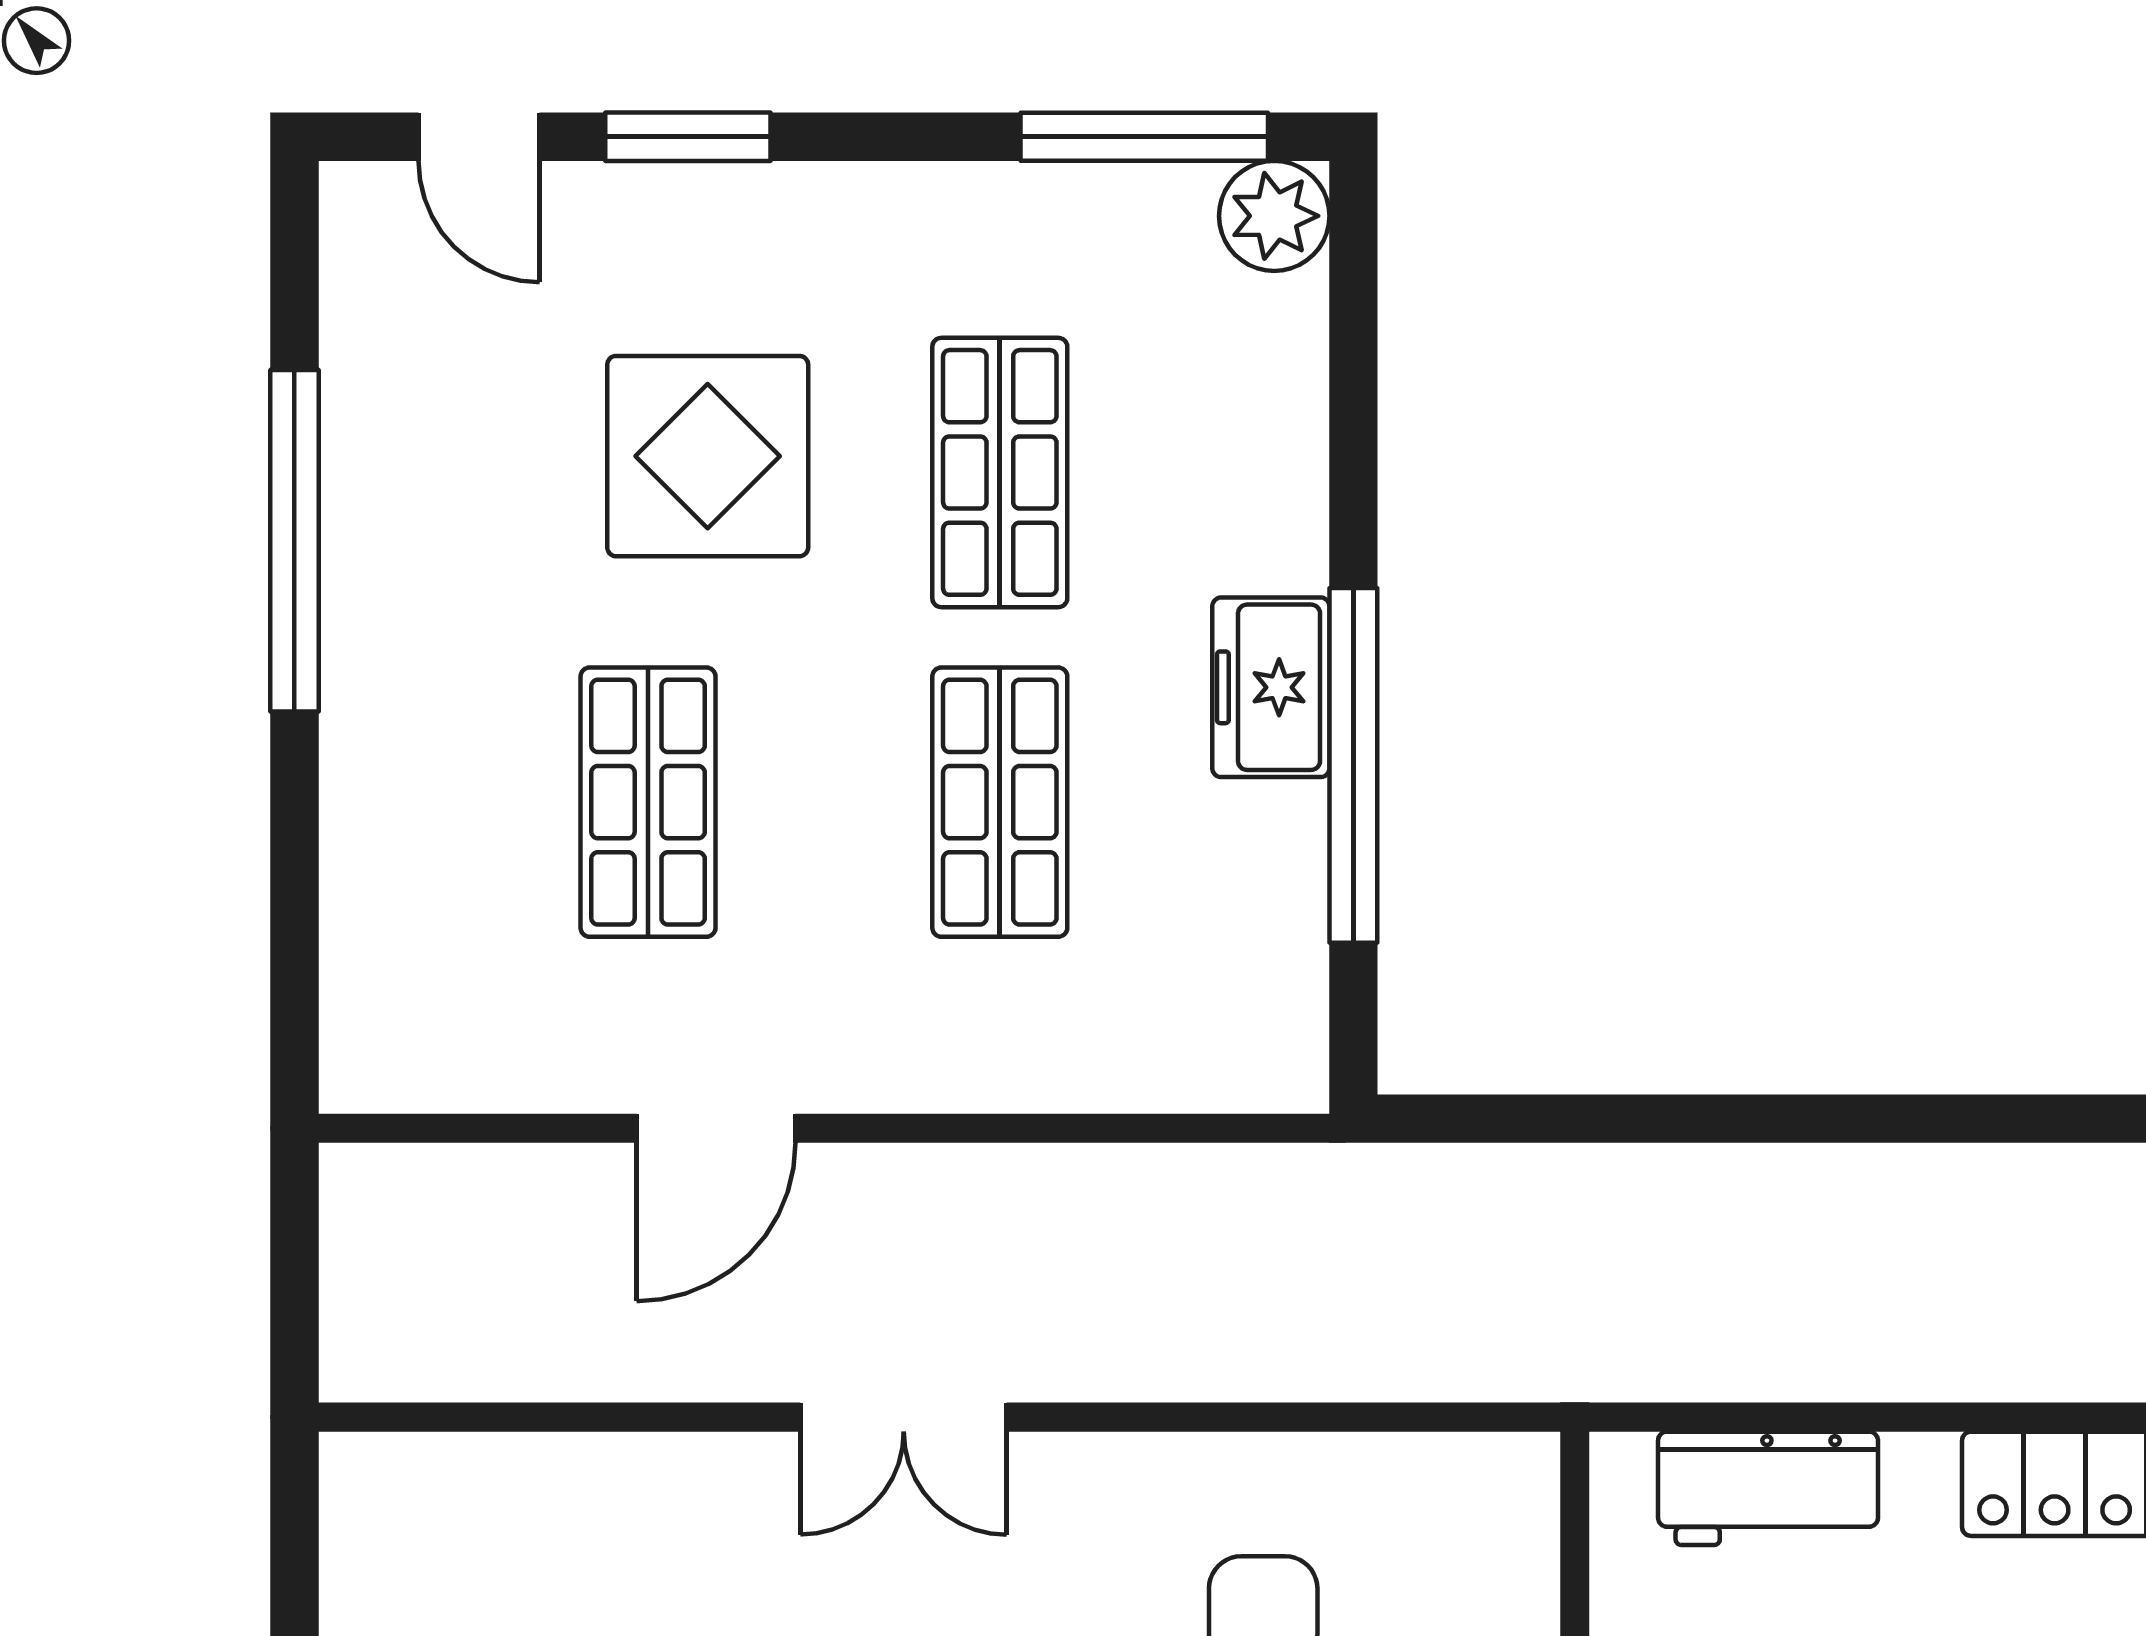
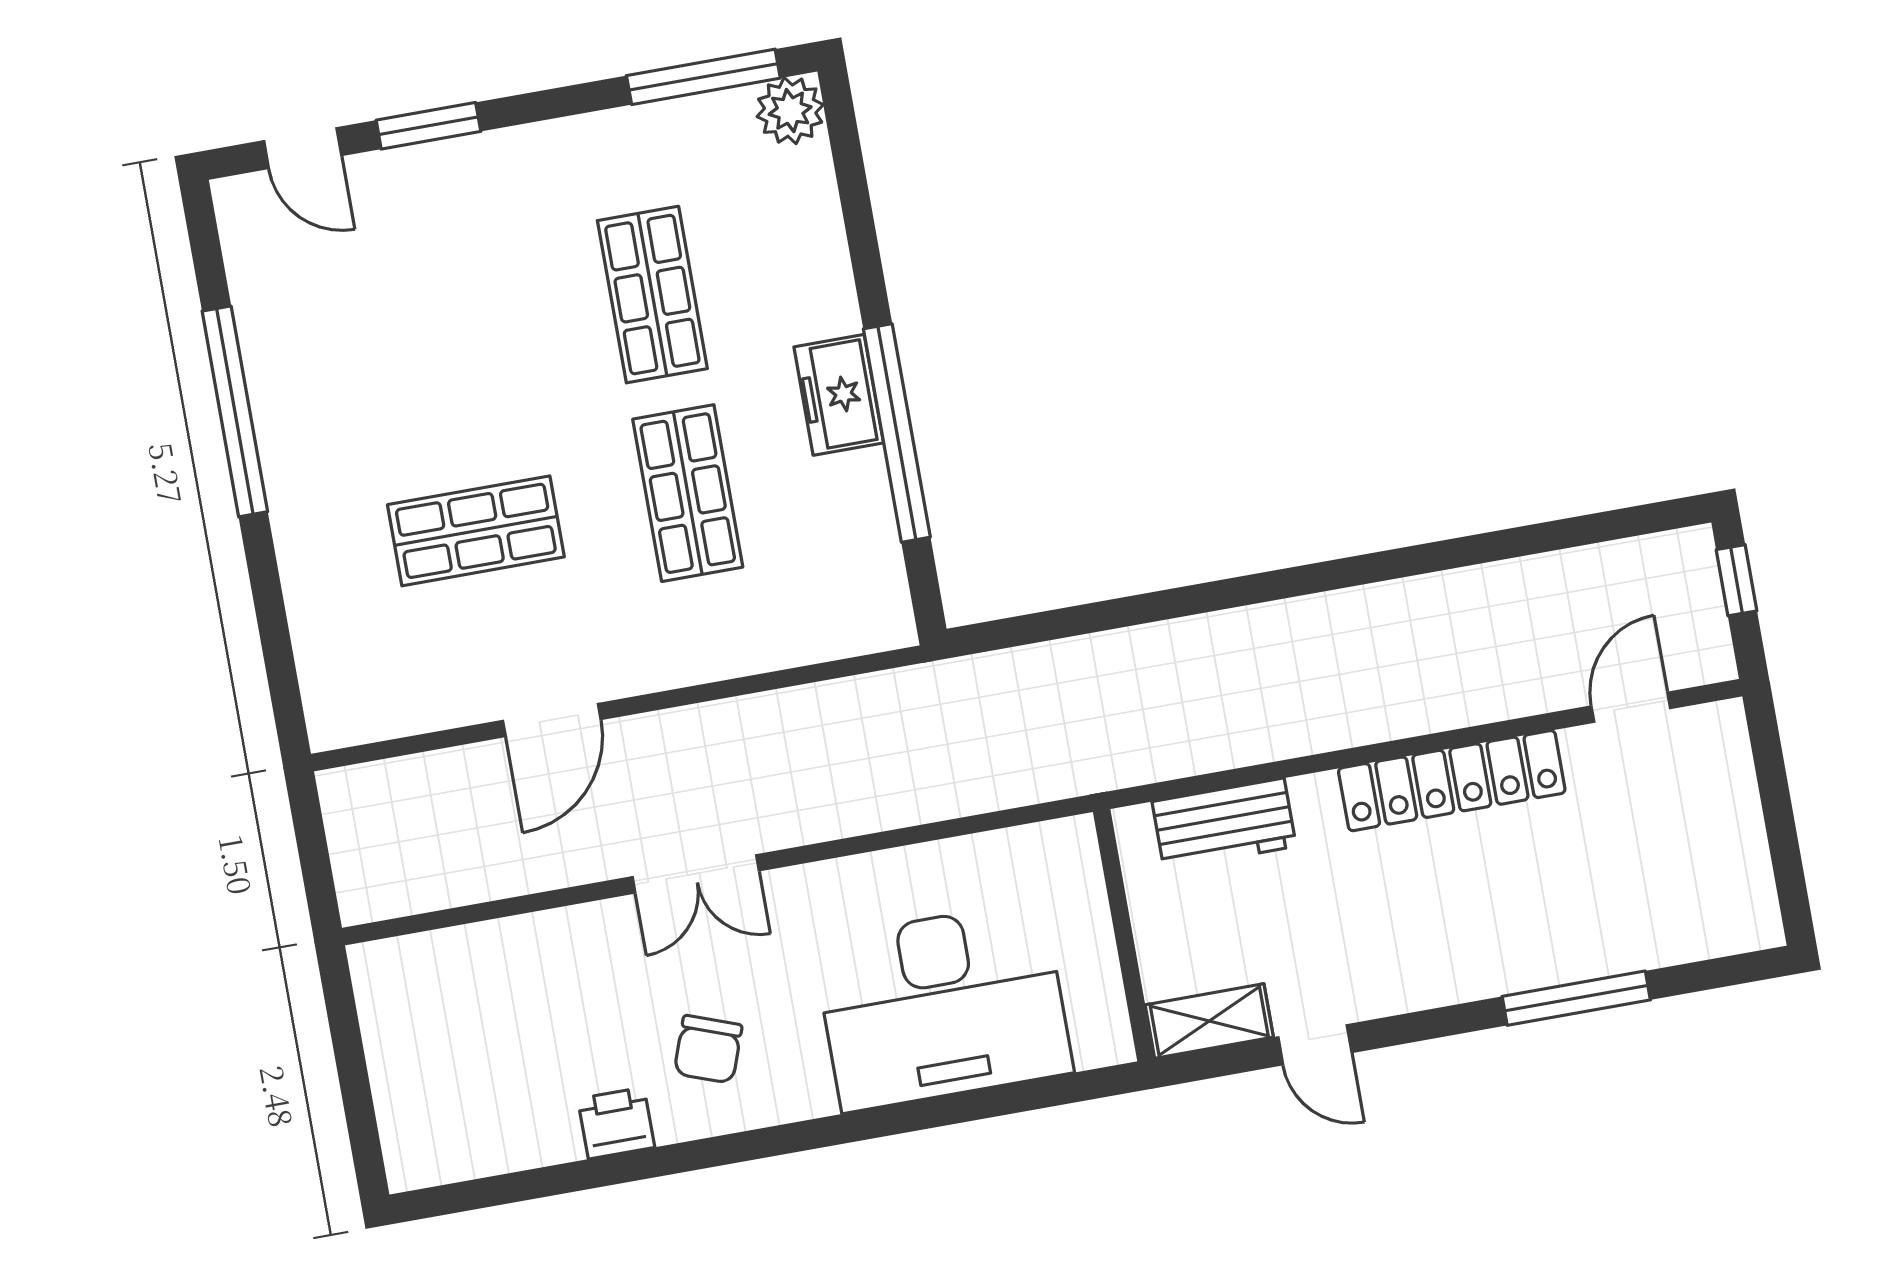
display table: (708, 456) -> (475, 316), removed
shop shelf: (648, 802) -> (476, 531), turned 90

